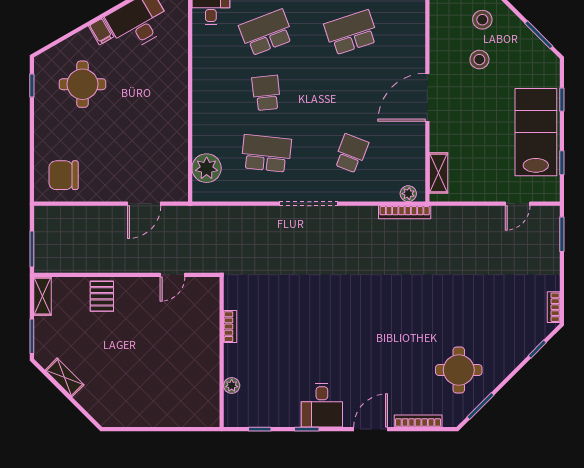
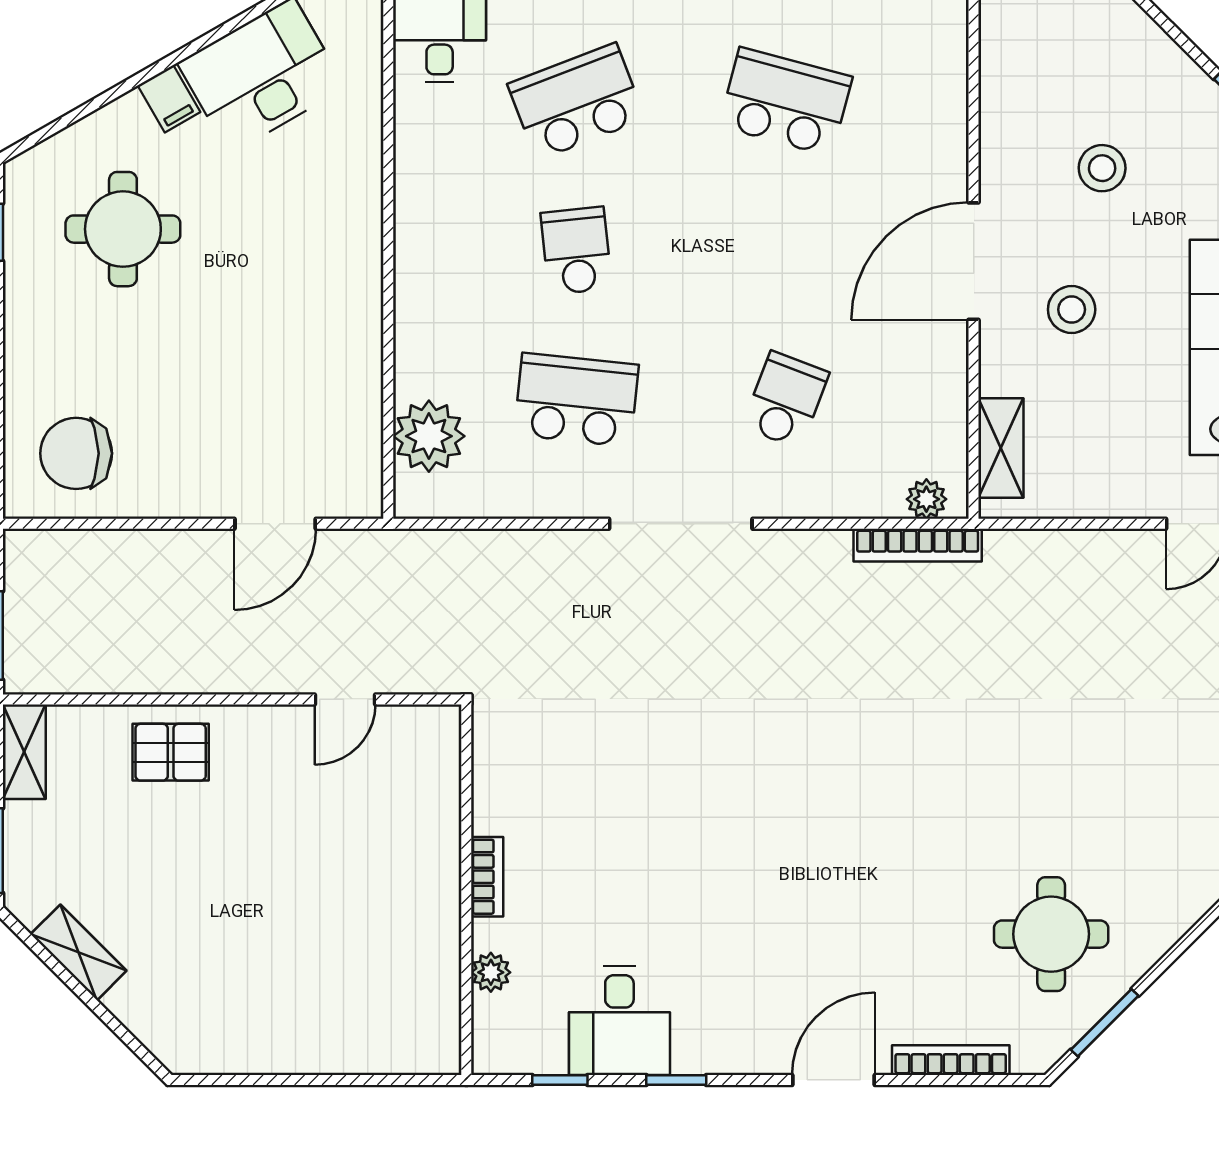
stool: (482, 20) -> (1072, 310), moved
school desk: (351, 33) -> (786, 102), turned 33
pallet: (102, 296) -> (171, 752), turned 90
bookcase: (230, 327) -> (487, 877), moved
desk: (322, 405) -> (619, 1021), moved

